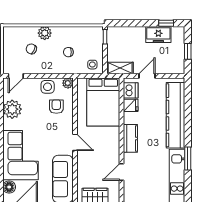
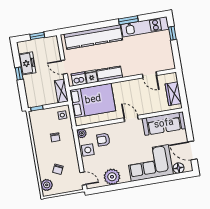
window: (166, 23) -> (19, 73), moved
plant: (45, 33) -> (47, 185), moved
kitchen counter: (130, 138) -> (110, 74), moved
door: (75, 142) -> (131, 119), hinge flipped

